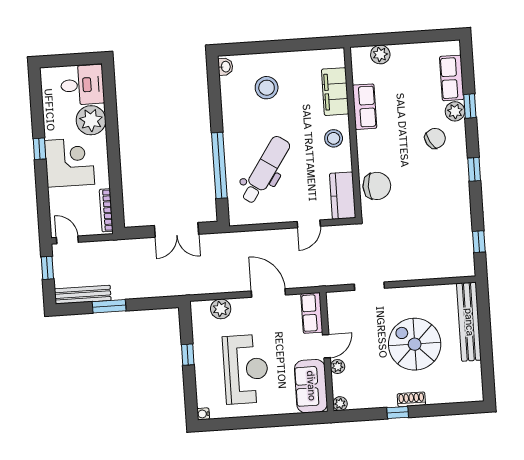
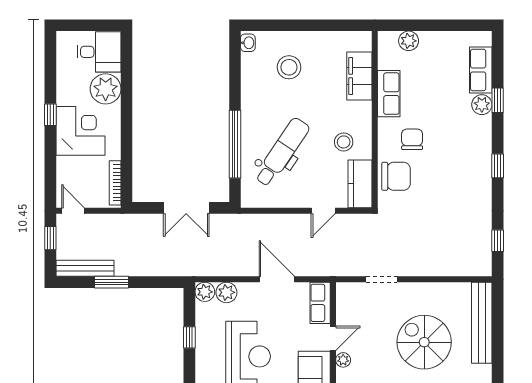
stool: (334, 138) -> (344, 142), moved
chair: (435, 138) -> (412, 139), moved, turned -60
plant: (200, 310) -> (205, 292), added

